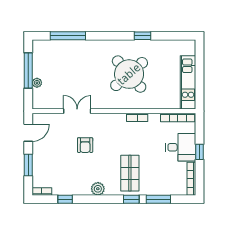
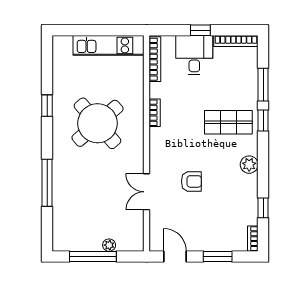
window: (68, 36) -> (47, 183), moved

